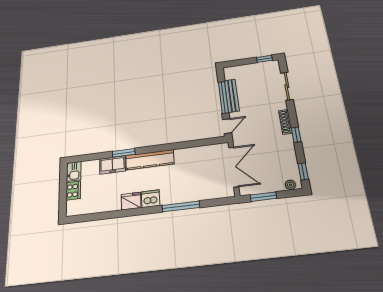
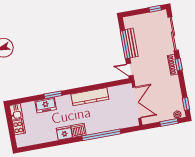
sliding door: (287, 86) -> (173, 34), width x1.37
door: (227, 126) -> (130, 70), swing flipped
window: (296, 135) -> (179, 65), moved
kitchen counter: (150, 160) -> (90, 97), moved
window: (263, 197) -> (169, 122), moved
window: (181, 206) -> (101, 135), width x1.46

